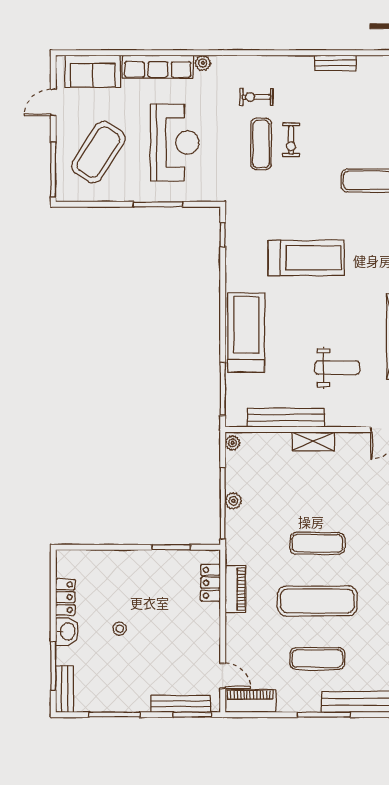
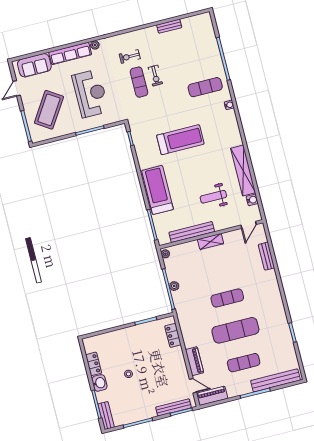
weight bench: (337, 368) -> (213, 197), turned 180
piano: (236, 589) -> (194, 361), moved

